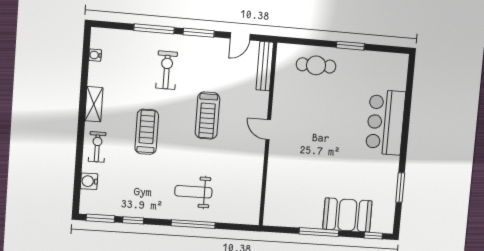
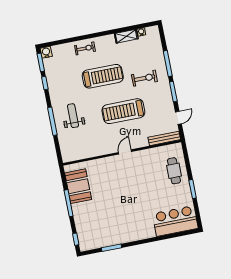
door: (240, 36) -> (178, 118), swing flipped
shelving: (94, 104) -> (126, 36), moved
treadmill: (207, 116) -> (123, 111), width x1.37, depth x1.38
bar counter: (386, 122) -> (175, 221), moved
treadmill: (147, 132) -> (103, 76), width x1.37, depth x1.38
water cooler: (89, 181) -> (46, 52), moved
booth: (347, 215) -> (78, 186), moved

